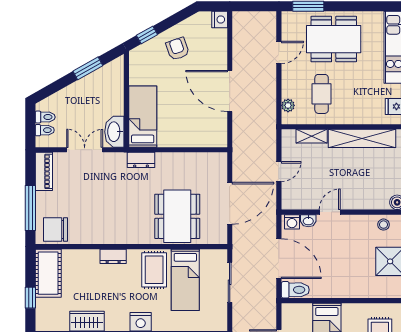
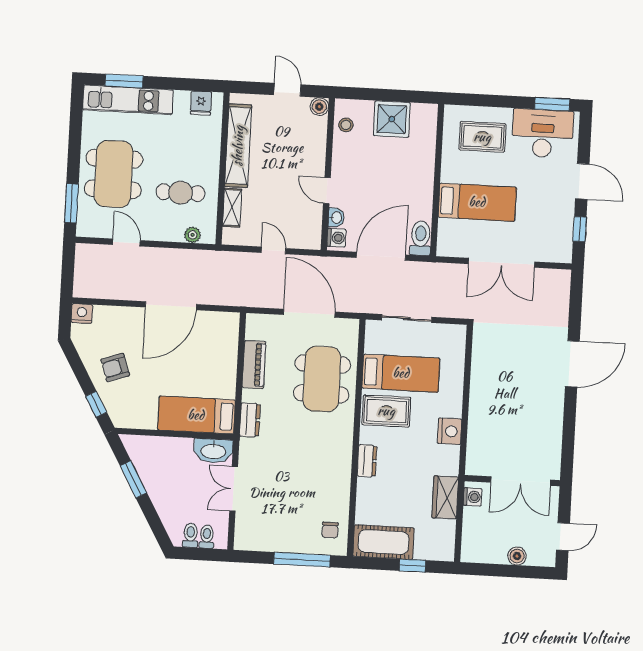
piano: (44, 171) -> (254, 365), moved, turned 90
dining table: (177, 216) -> (322, 379), turned 90
chair: (55, 229) -> (330, 530), width x0.54, depth x0.54

